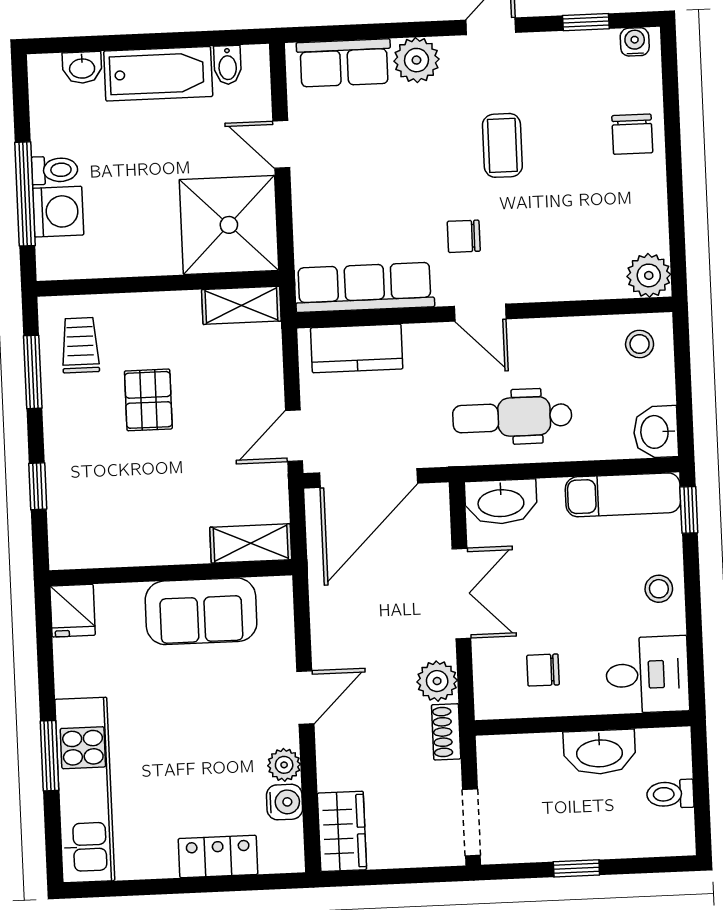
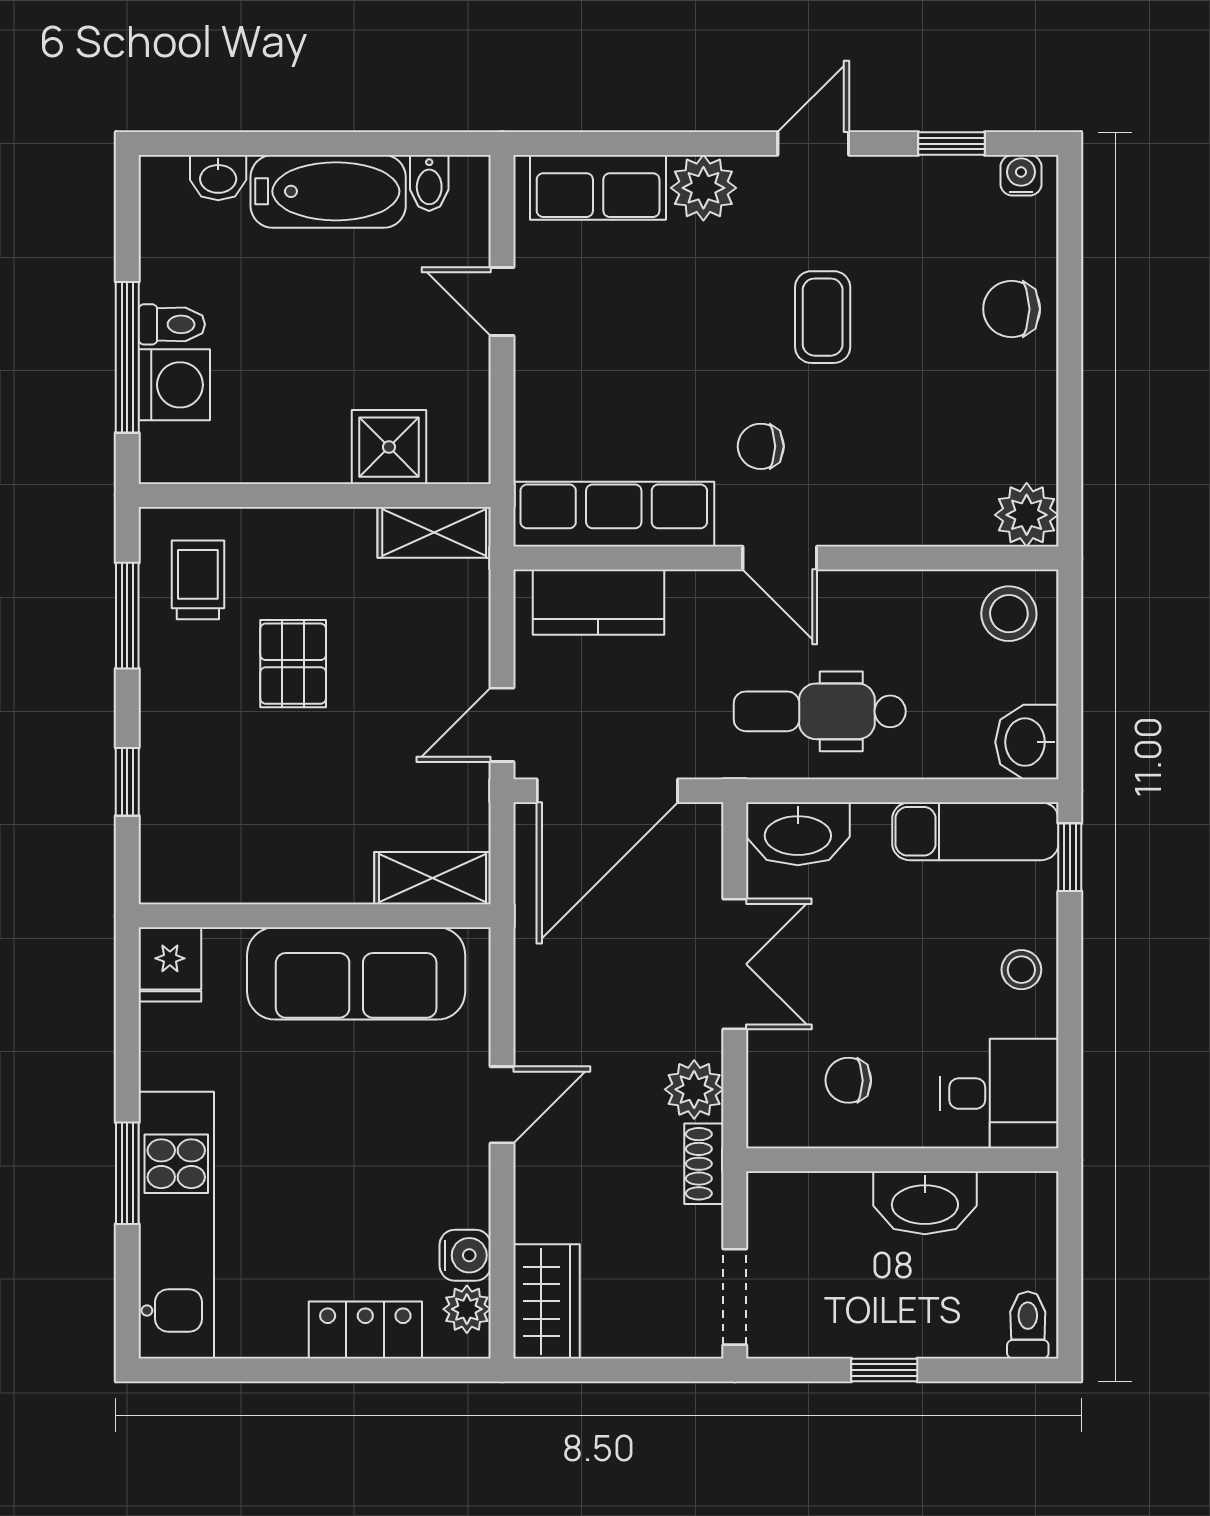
chair: (632, 134) -> (1012, 309), turned 90
shower: (229, 225) -> (389, 447), width x0.54, depth x0.54
stool: (640, 344) -> (1009, 614), width x1.37, depth x1.37
sofa: (201, 611) -> (356, 973), width x1.36
plant: (284, 765) -> (467, 1309), moved
toilet: (670, 794) -> (1028, 1325), moved, turned 90

